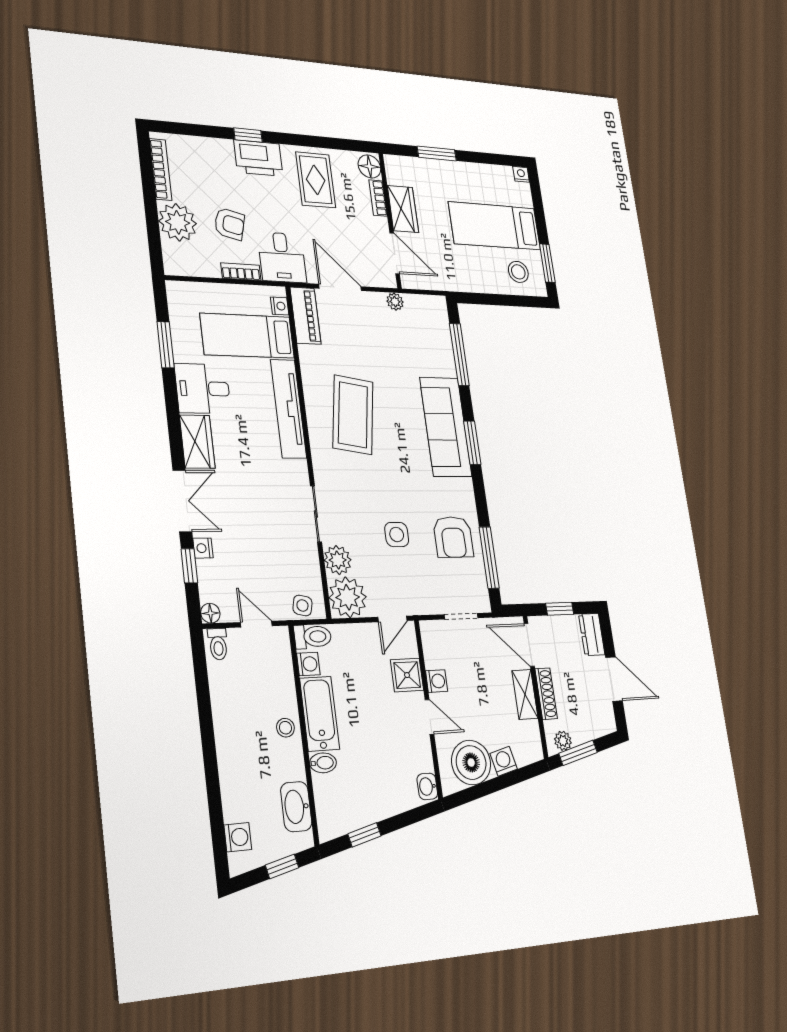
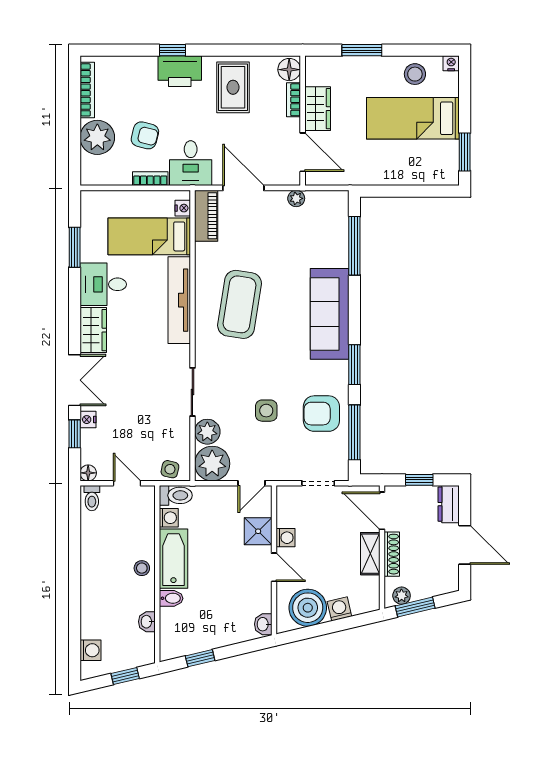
stool: (518, 272) -> (415, 74), moved
window: (472, 443) -> (354, 365), moved
armchair: (453, 537) -> (321, 414), turned 90
washbasin: (296, 807) -> (147, 622), width x0.52, depth x0.69

